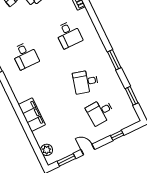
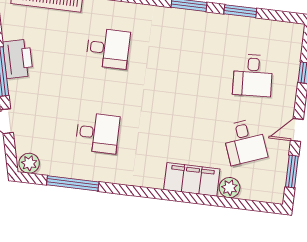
desk: (86, 82) -> (245, 142), moved, turned -36
window: (132, 96) -> (240, 11), moved
plant: (47, 150) -> (230, 188), moved

